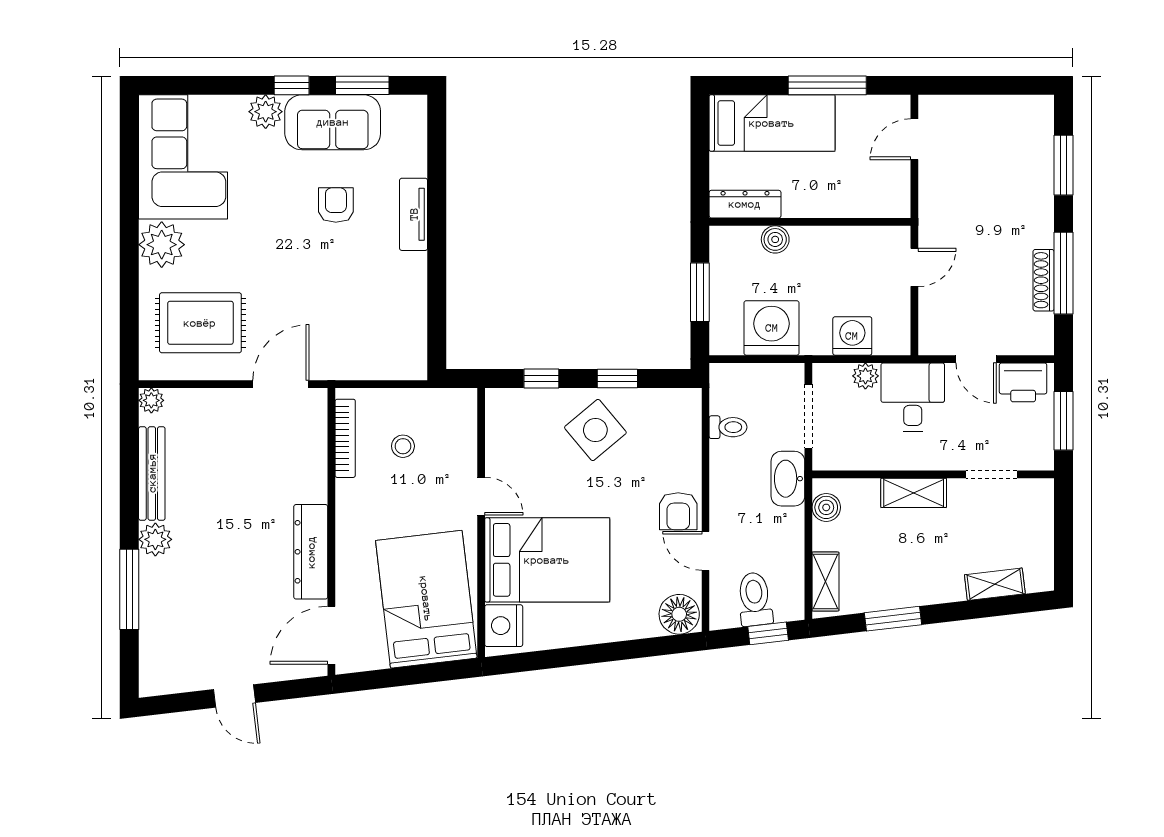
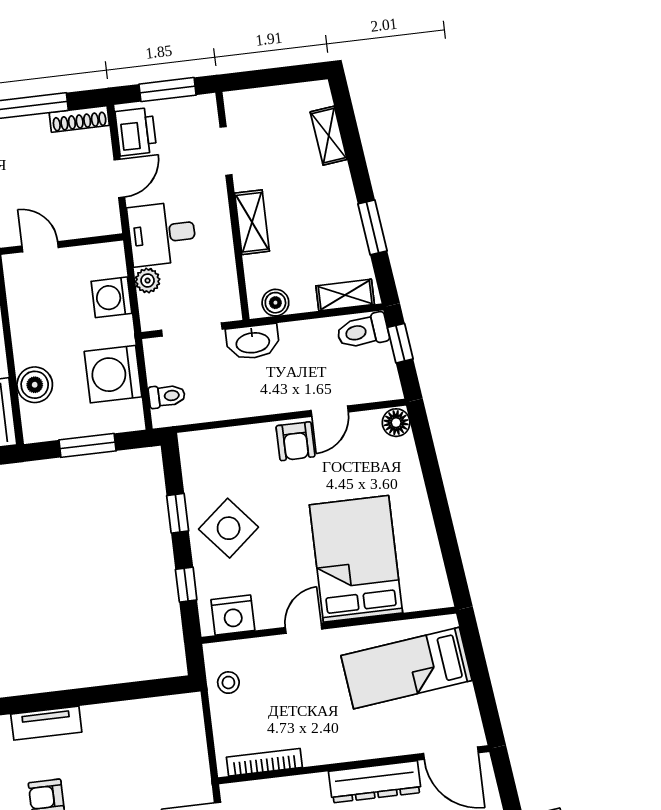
boiler: (775, 239) -> (35, 385), width x1.36, depth x1.36
shoe rack: (1044, 280) -> (79, 119), moved
toilet: (728, 427) -> (167, 396), moved, turned 90
stool: (403, 446) -> (228, 683), moved
armchair: (678, 511) -> (296, 441), turned 90
bed: (426, 599) -> (406, 668), width x0.67
toilet: (755, 599) -> (363, 331), moved
floor lamp: (679, 614) -> (396, 423), width x0.73, depth x0.73
nightstand: (504, 626) -> (233, 615), moved

